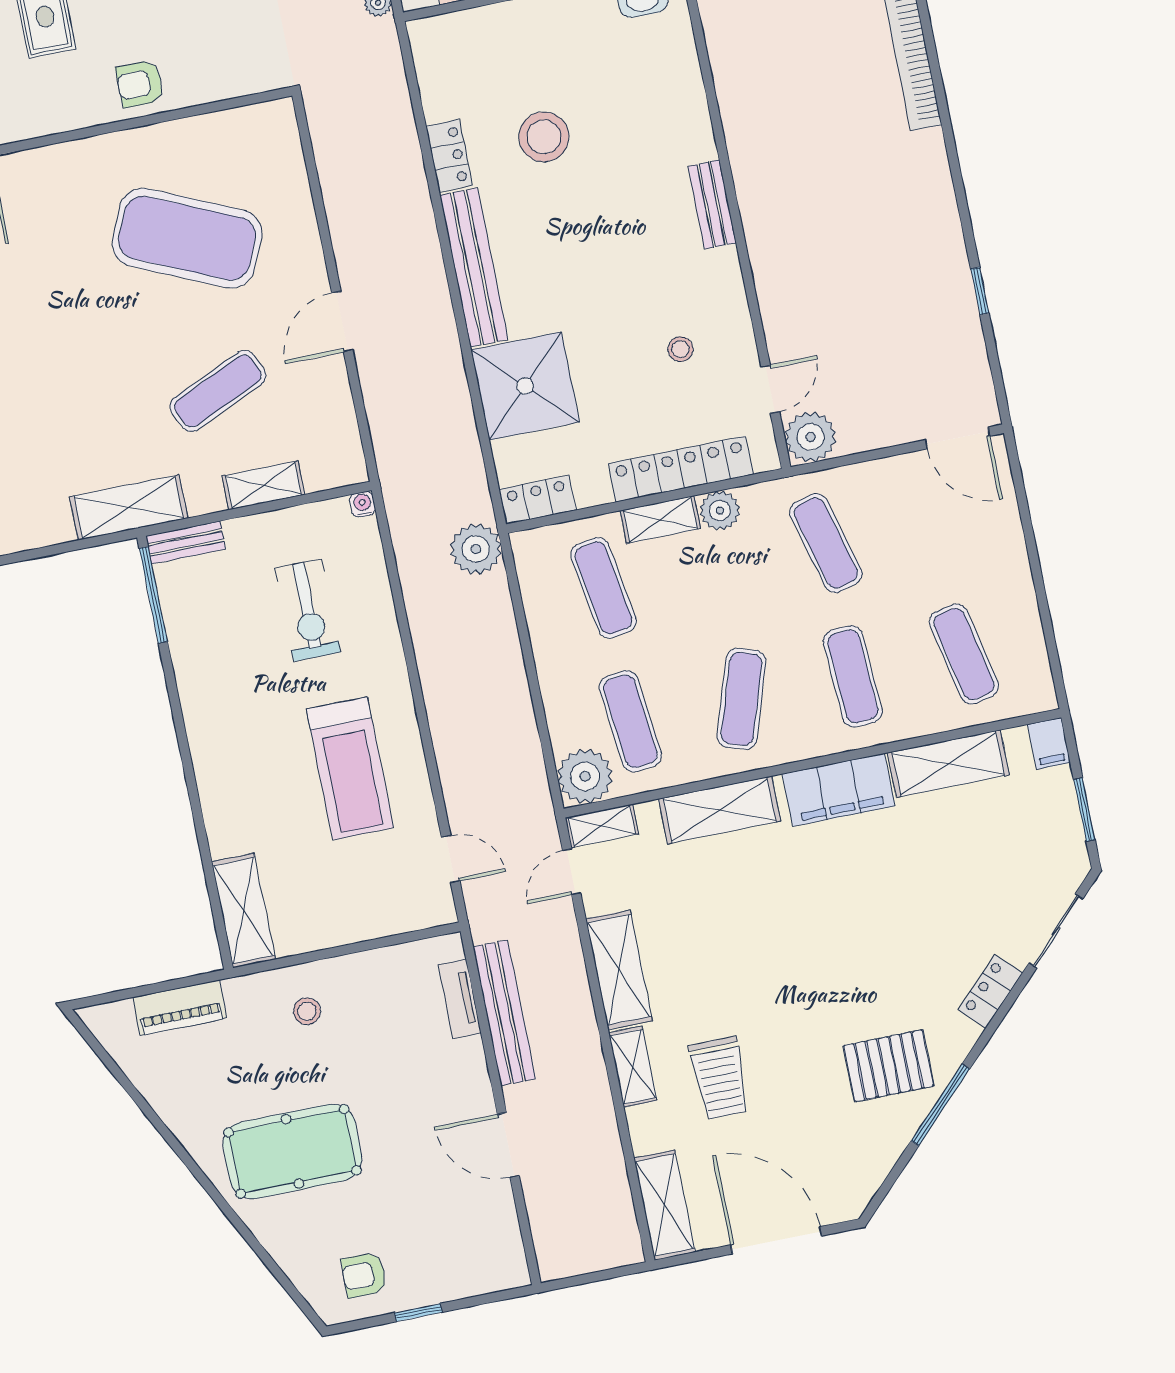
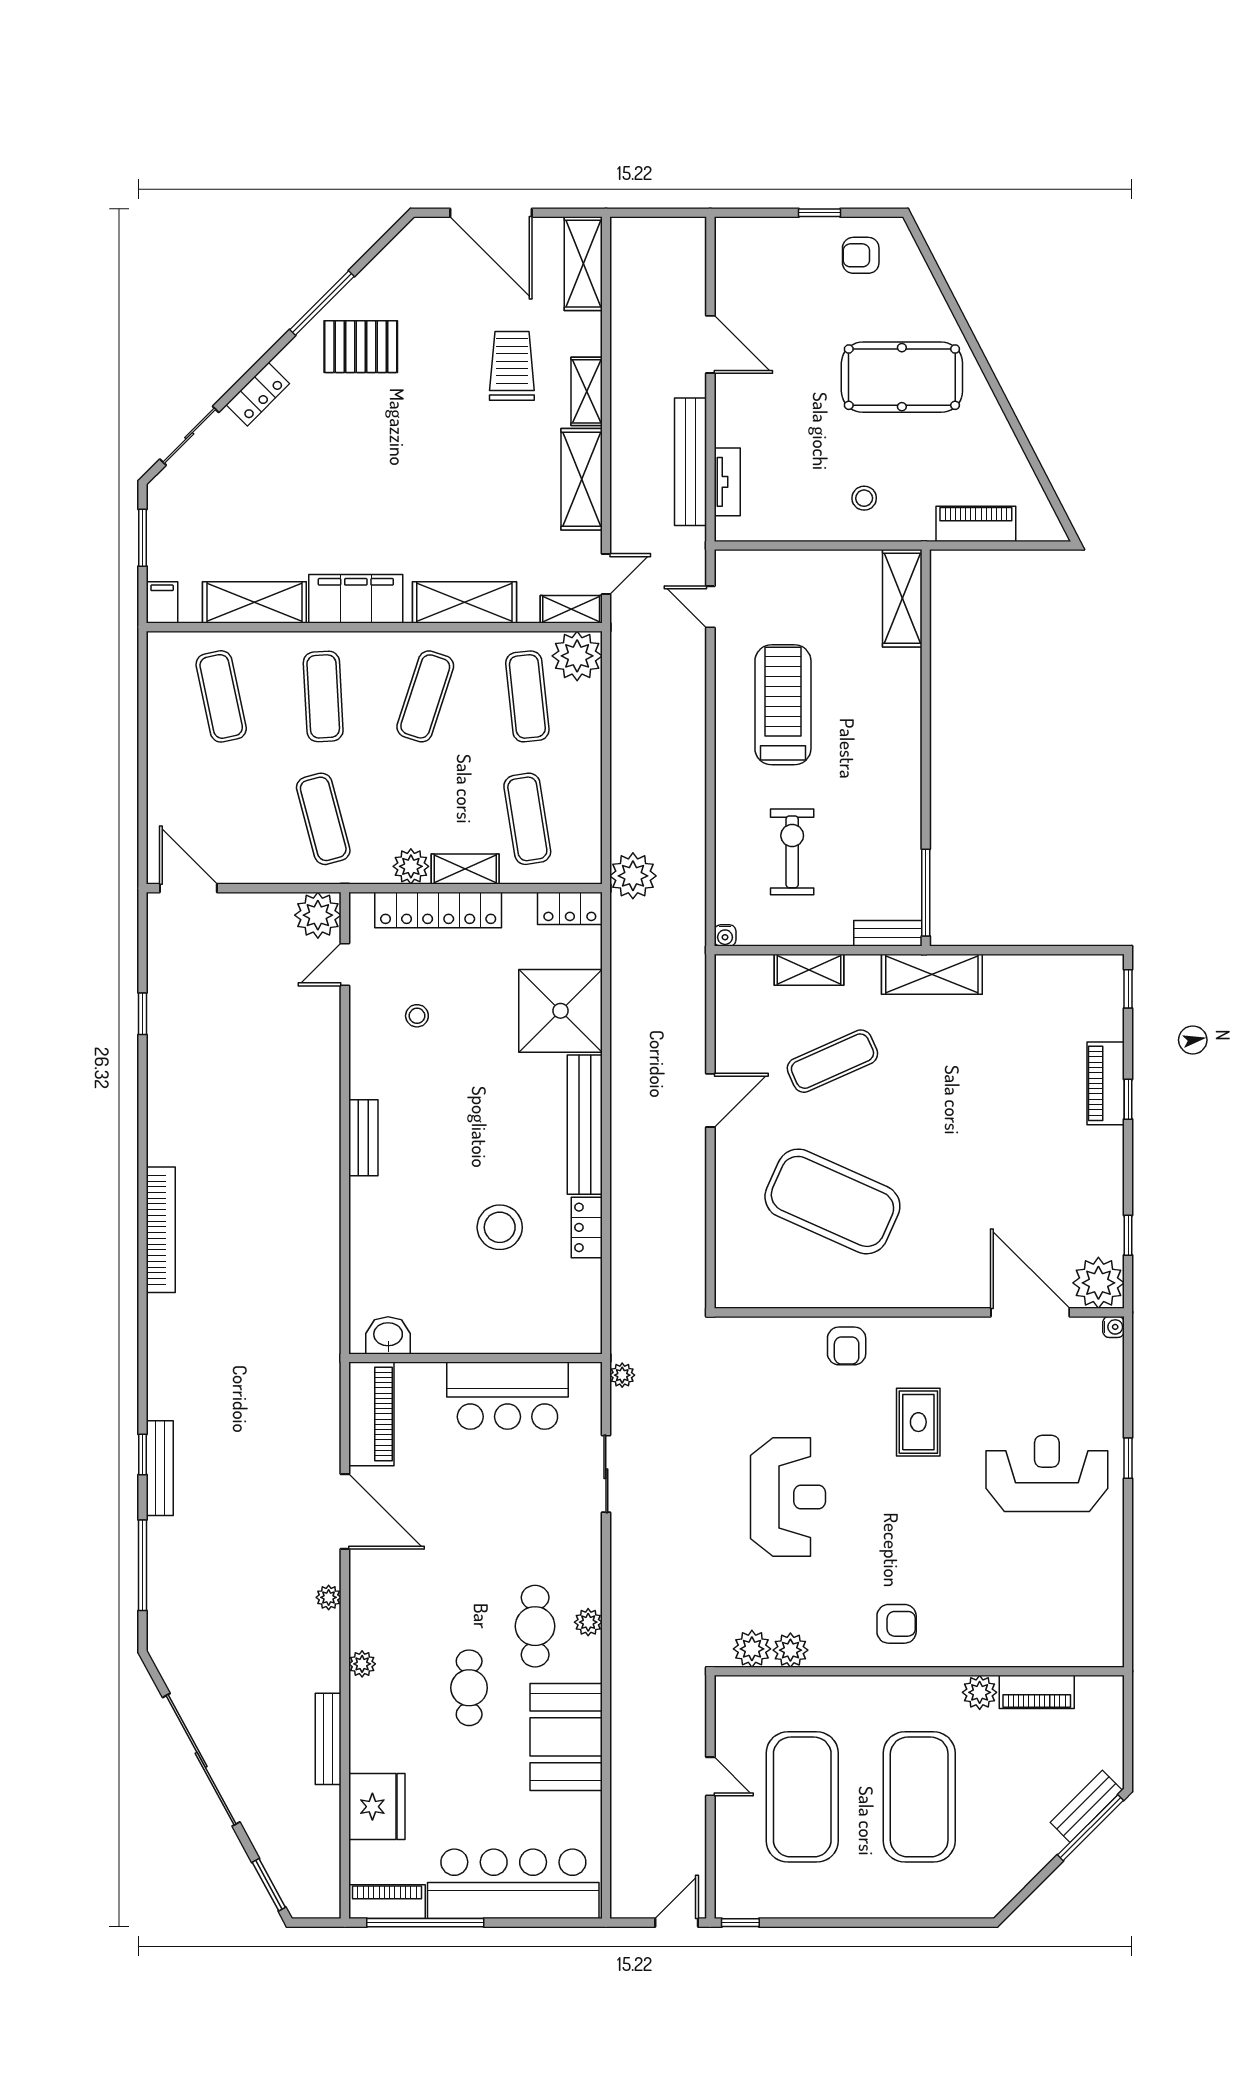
armchair: (140, 84) -> (847, 1346), turned 90
armchair: (364, 1275) -> (861, 255), turned 180

